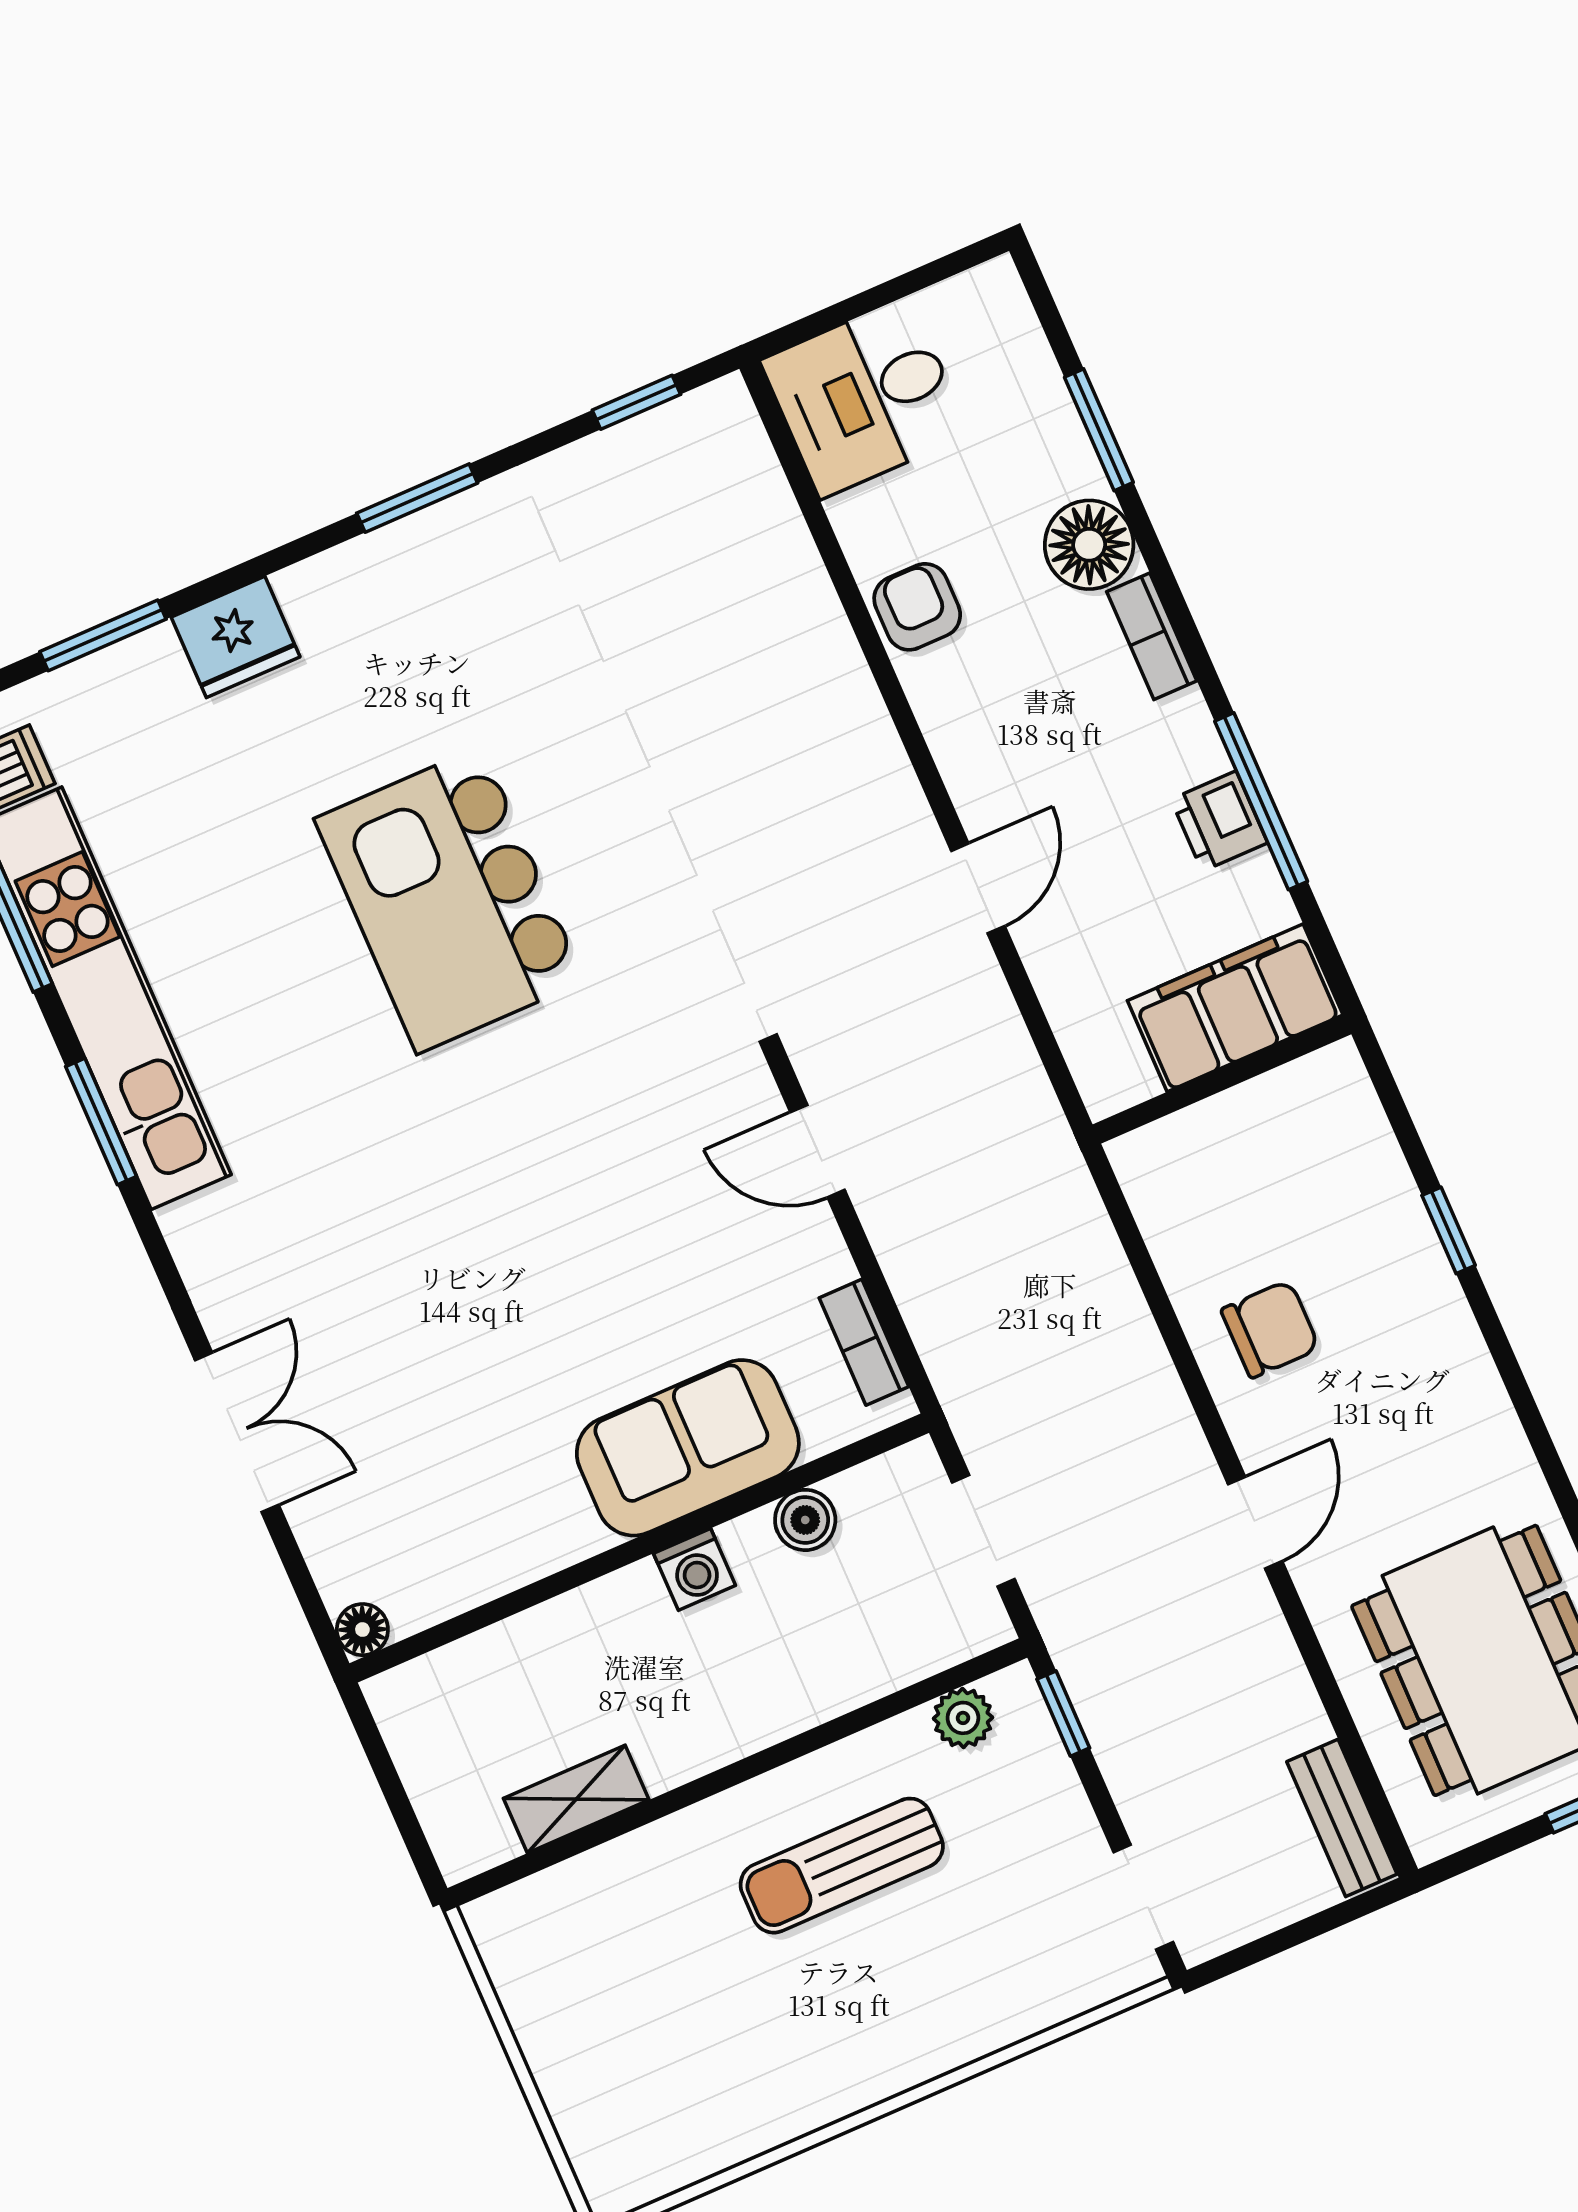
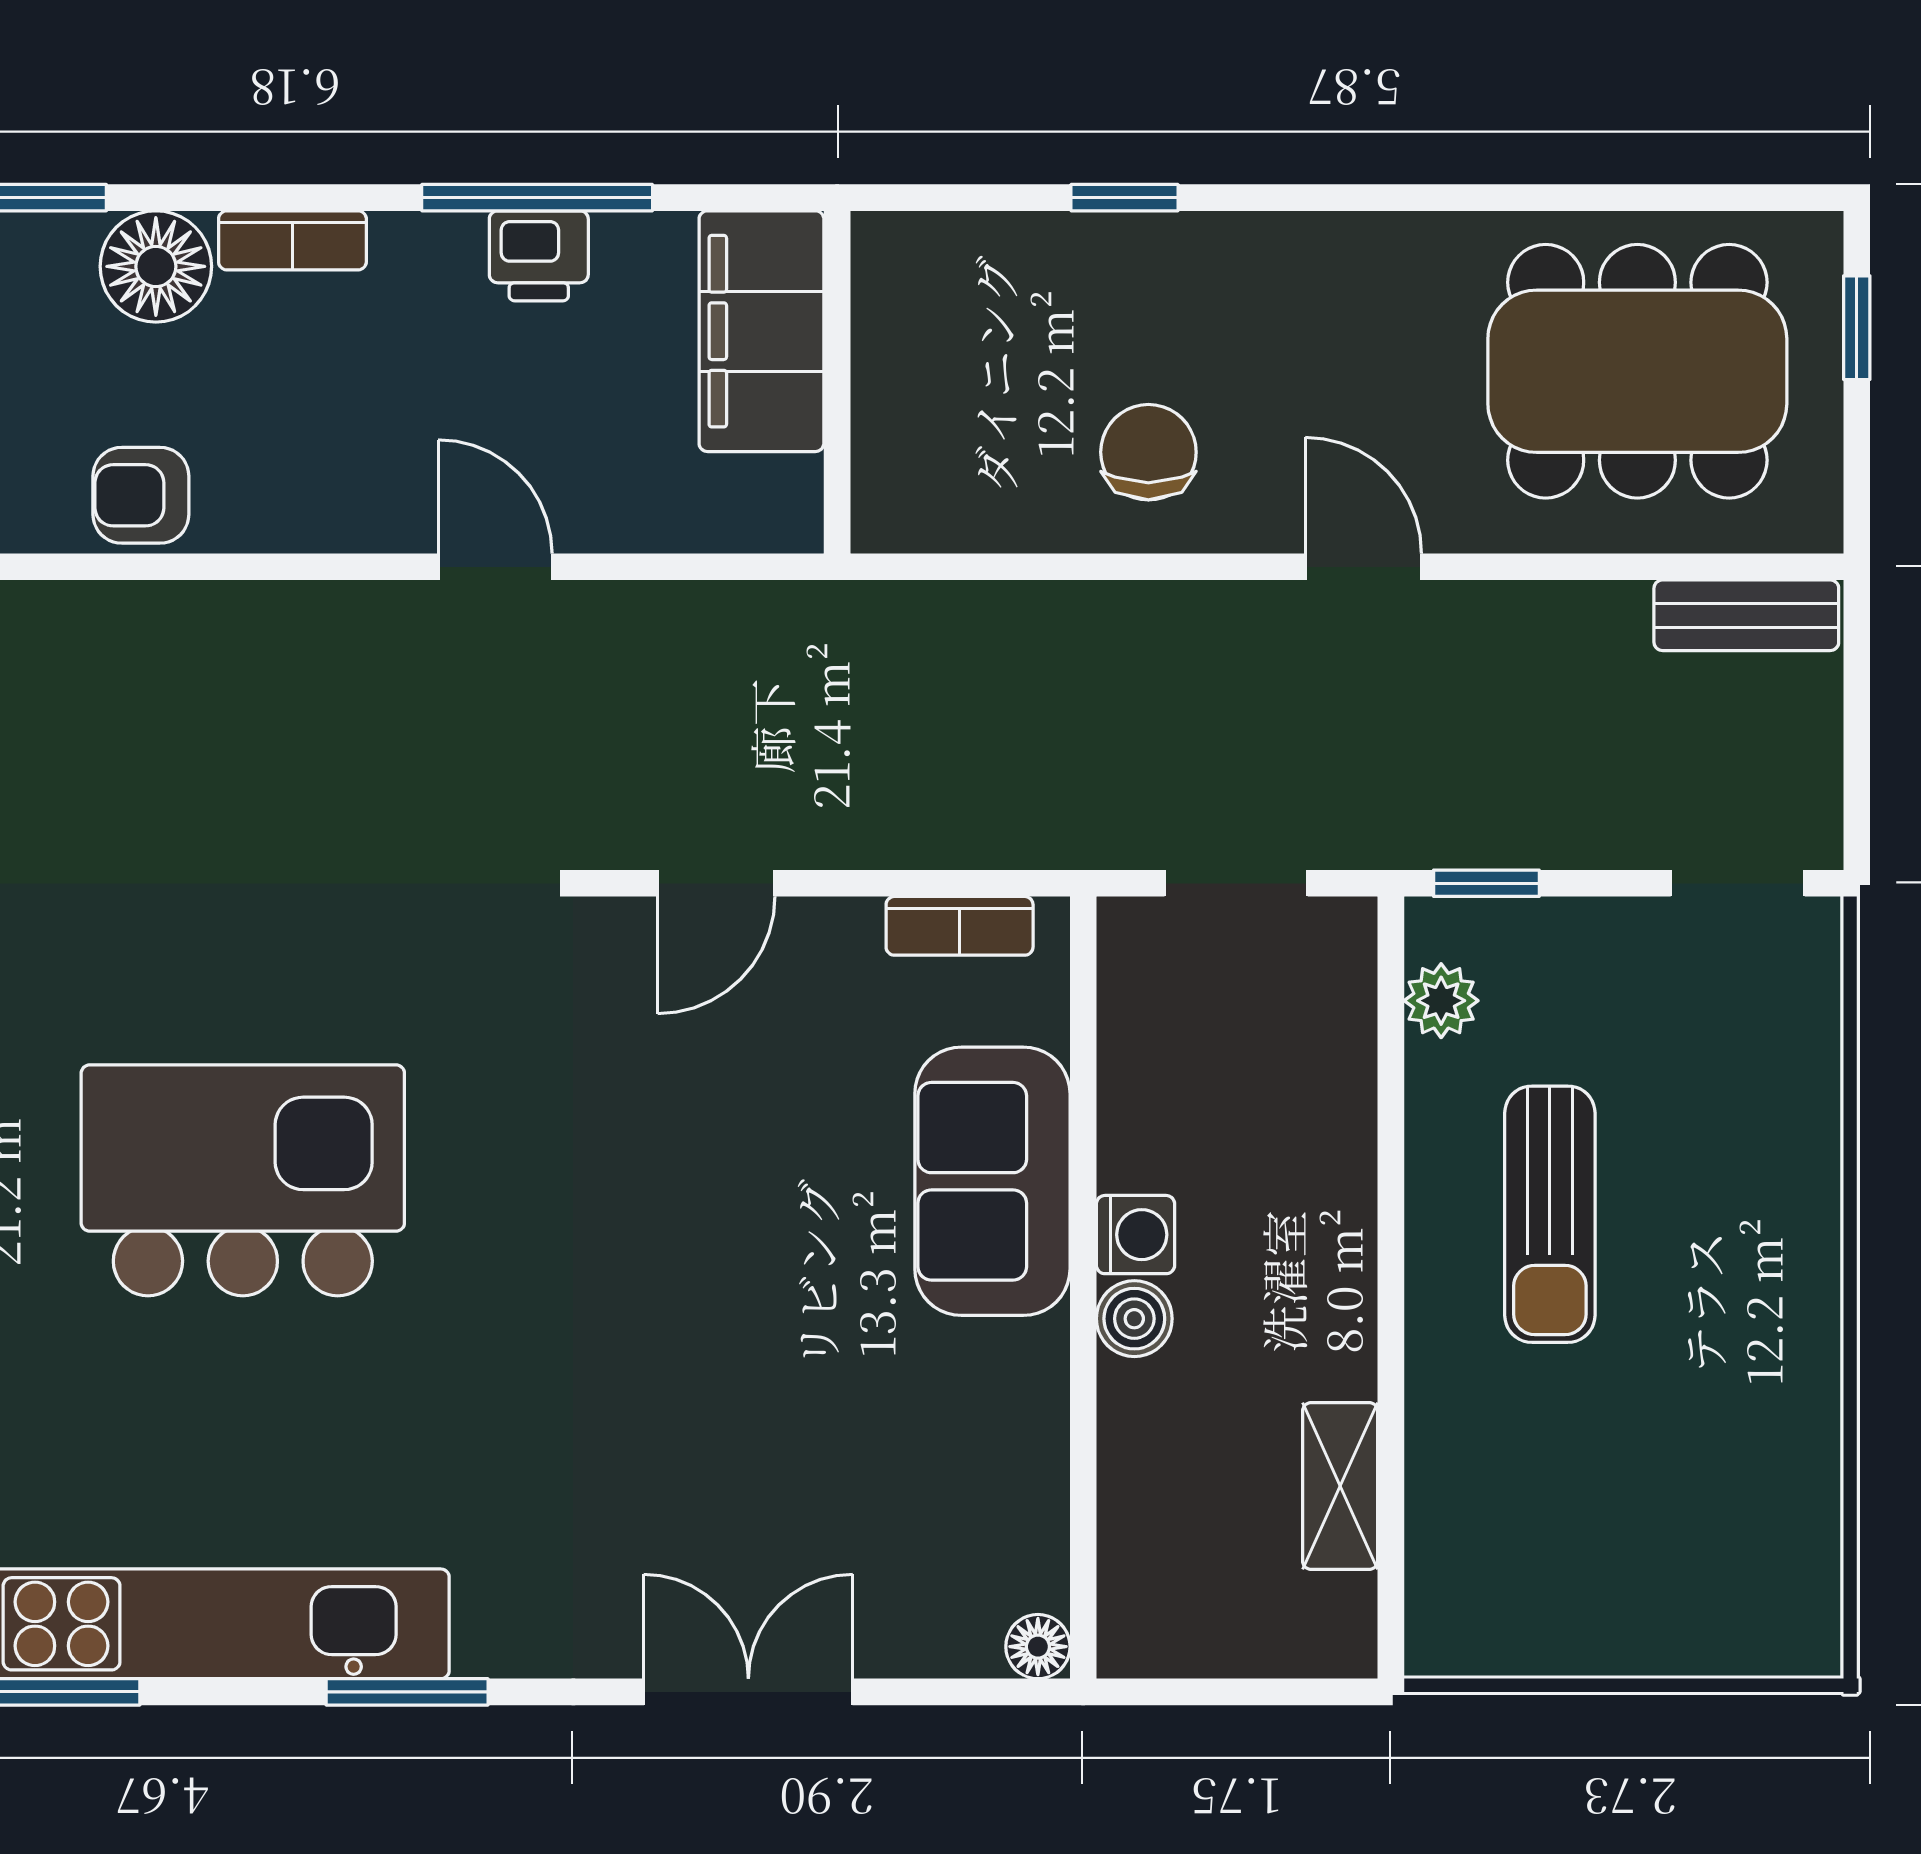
kitchen island: (449, 900) -> (243, 1180), turned 180
window: (101, 1121) -> (407, 1692), moved
boiler: (805, 1520) -> (1134, 1319), moved

